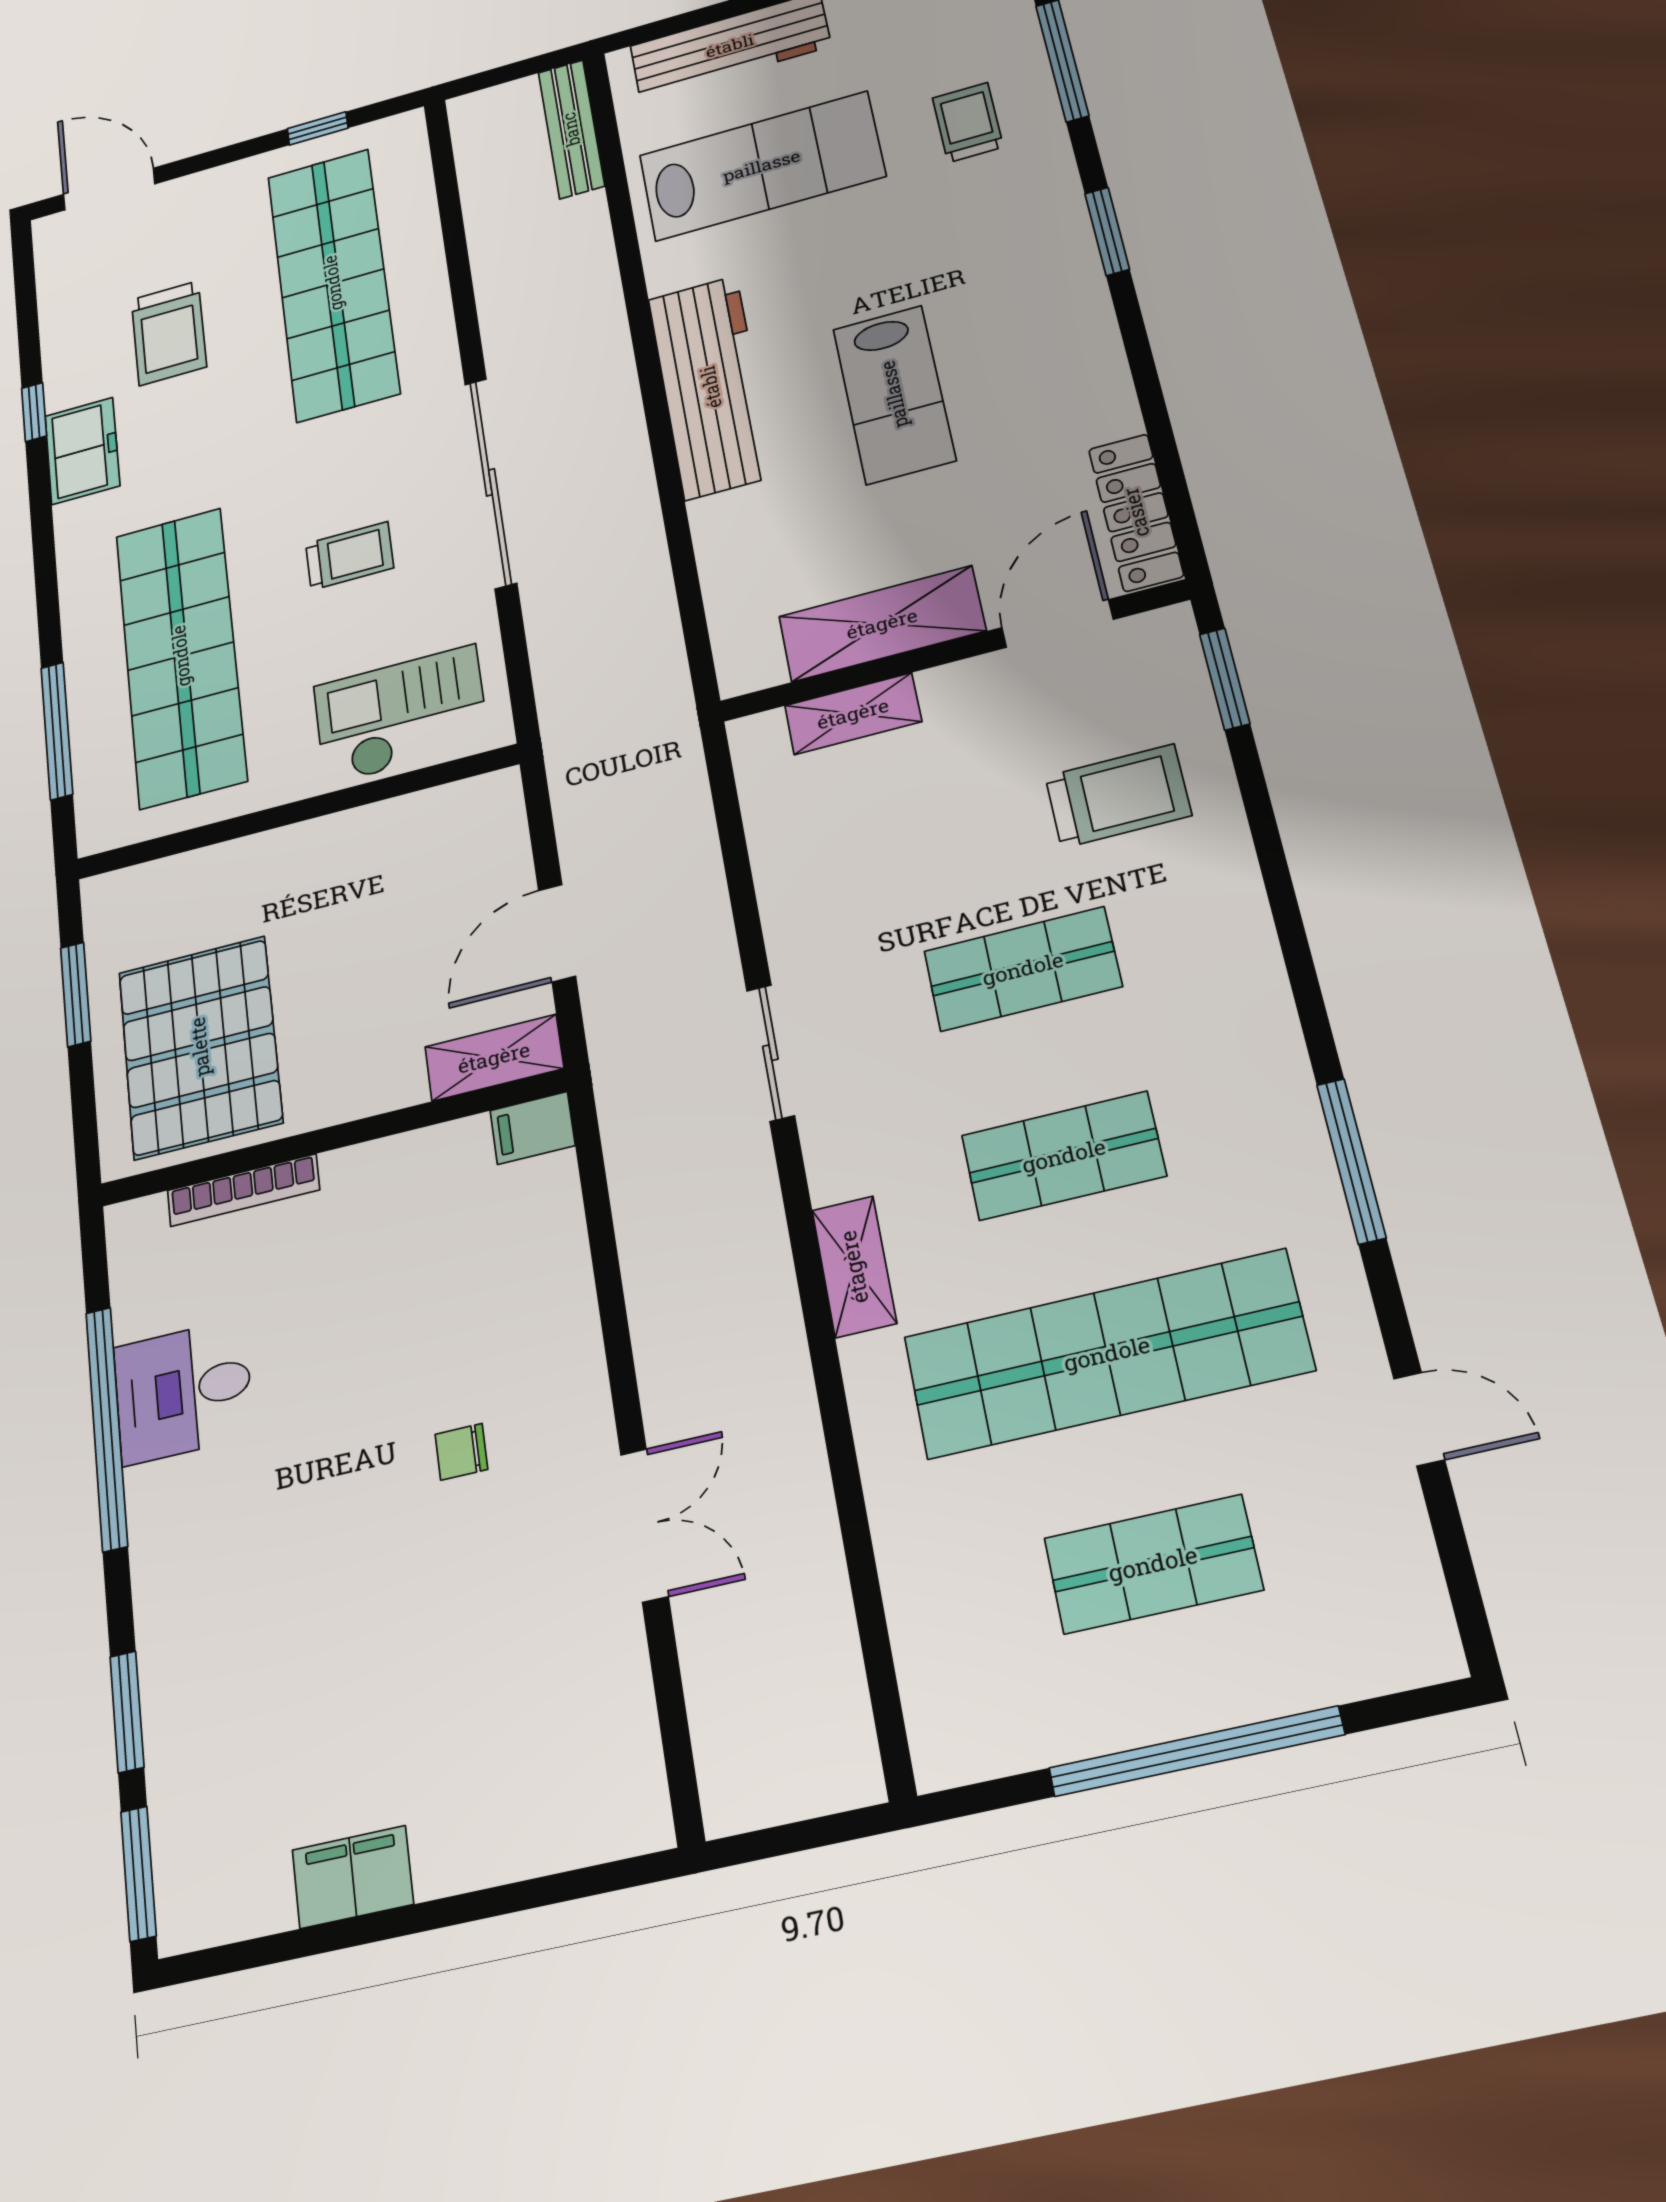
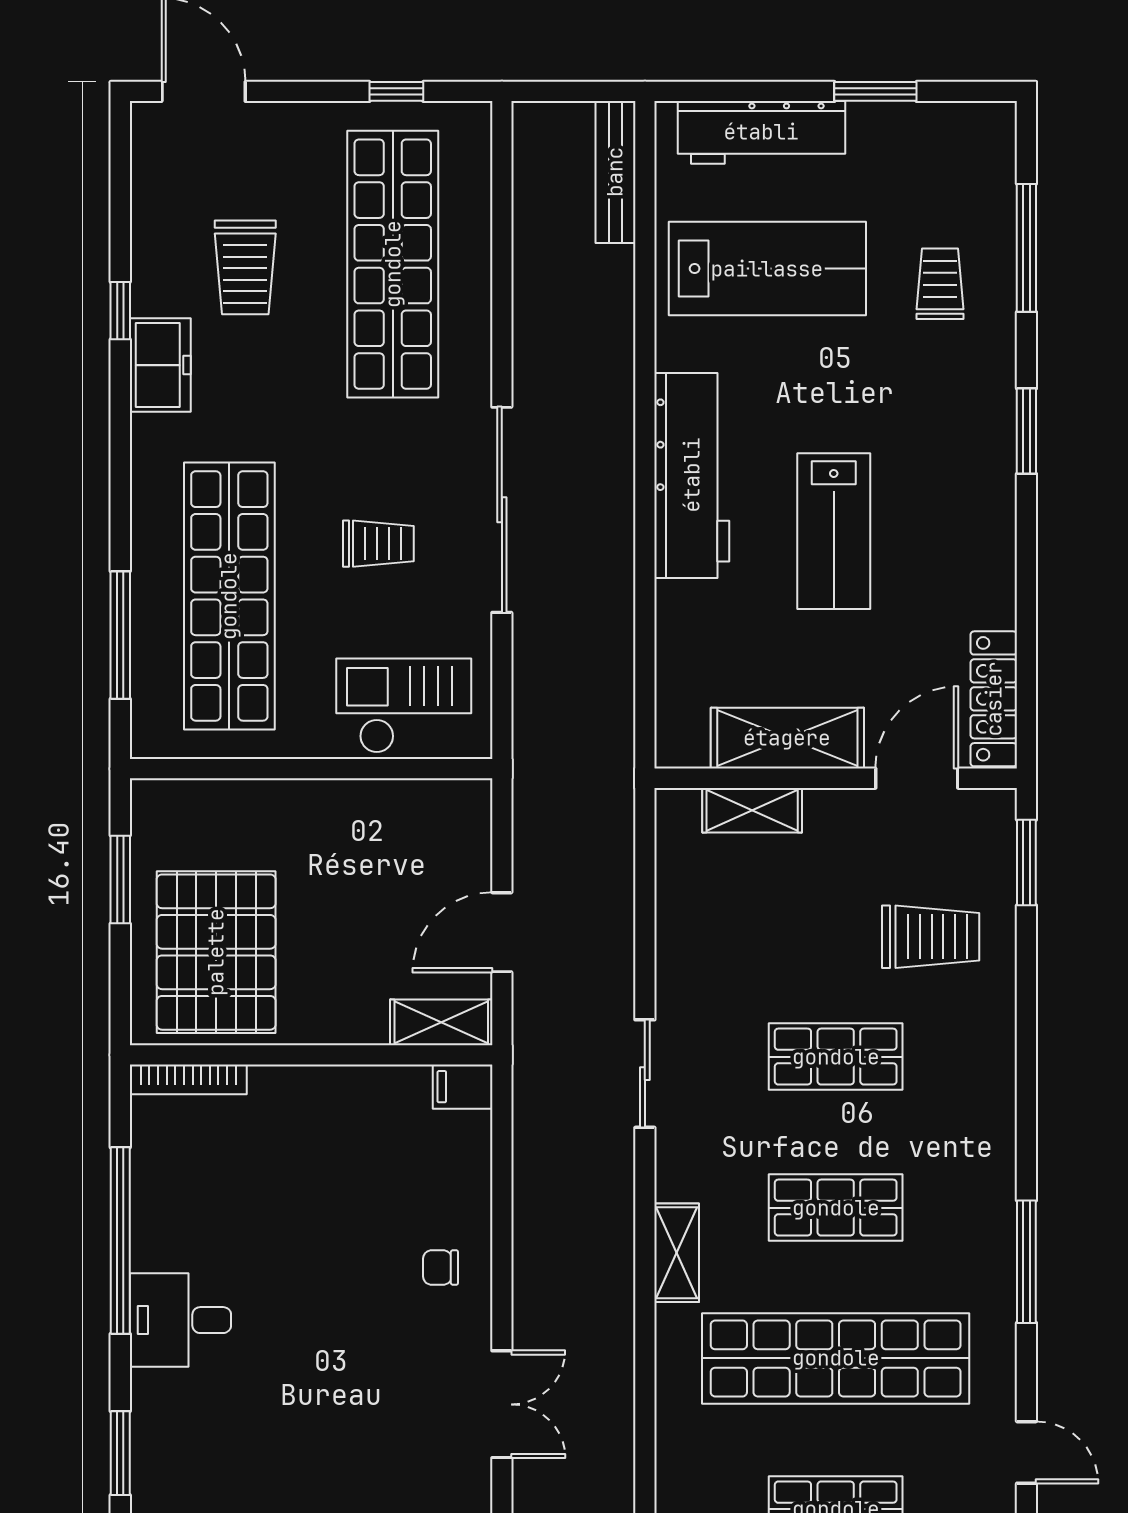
bookcase: (243, 1190) -> (188, 1079), moved
desk: (183, 1391) -> (180, 1320), moved
chair: (461, 1452) -> (441, 1268), moved

